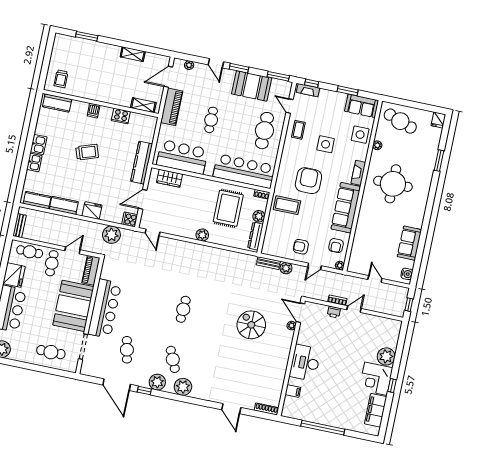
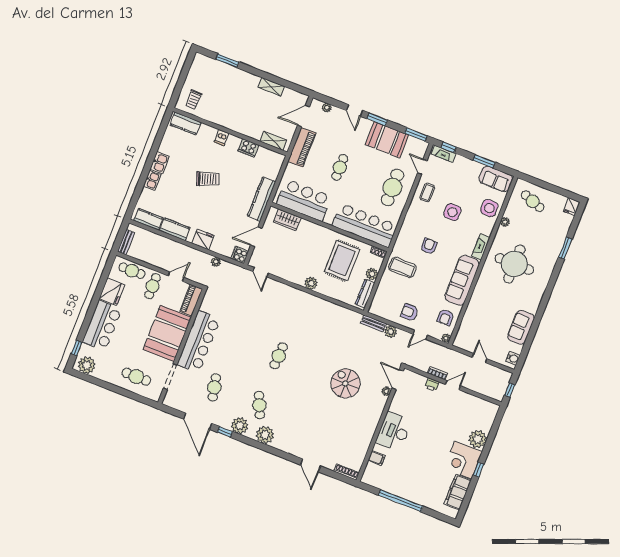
cafe table: (400, 121) -> (533, 201), width x0.73, depth x0.74
armchair: (308, 181) -> (429, 246), width x0.53, depth x0.53
plant: (111, 235) -> (216, 262), width x0.53, depth x0.53

